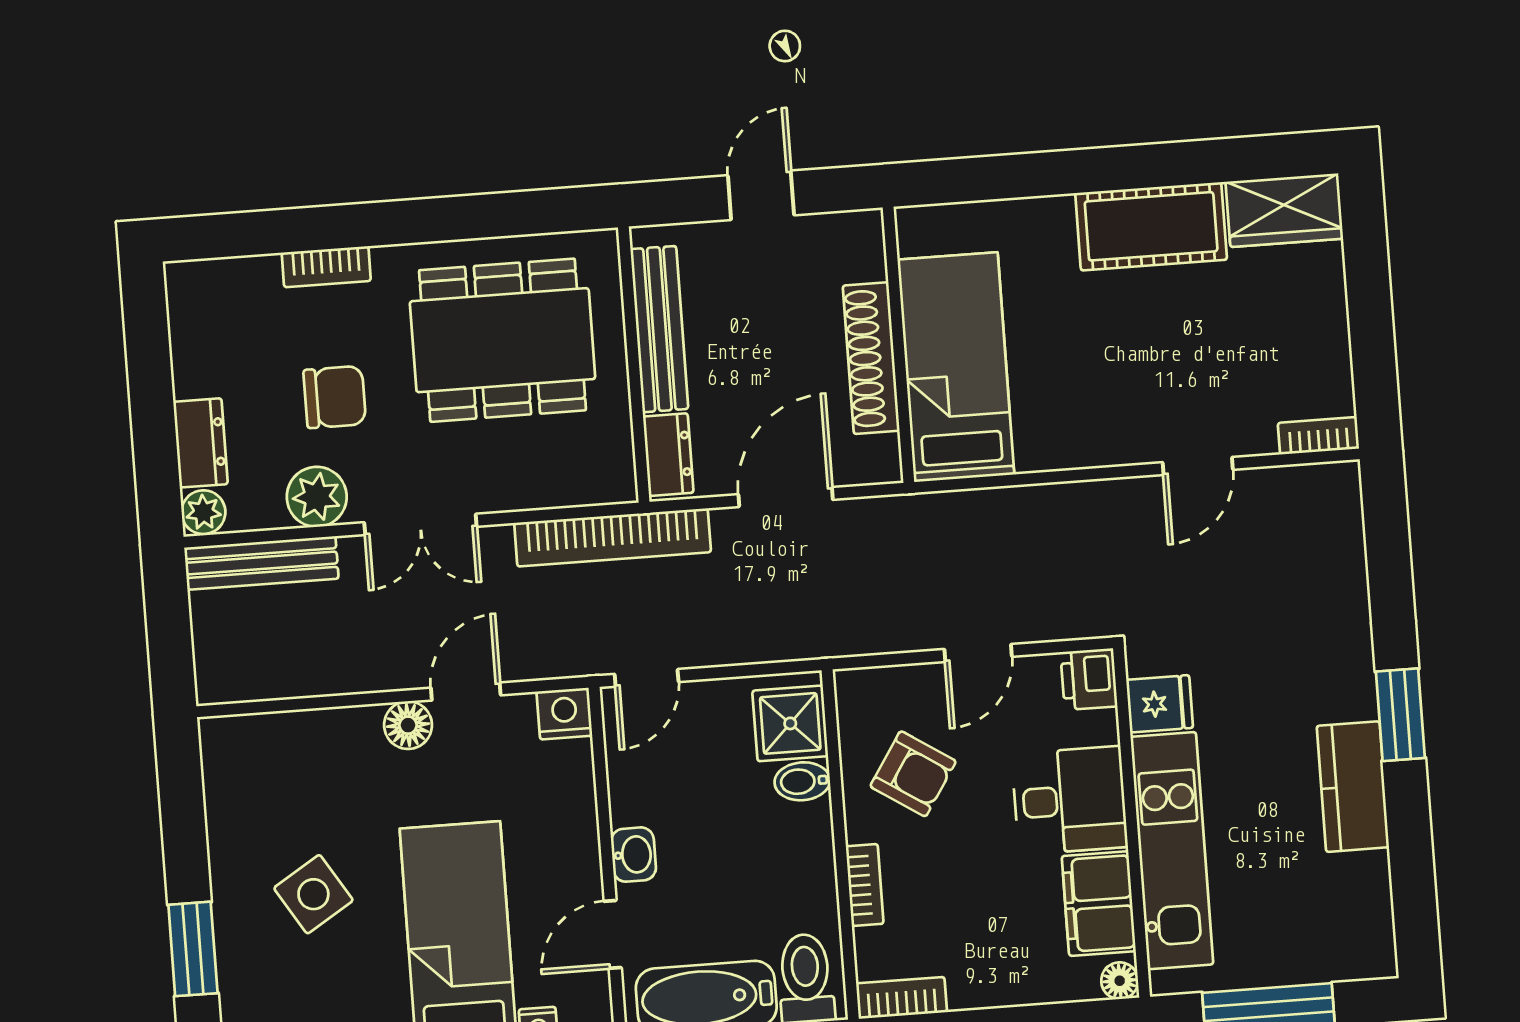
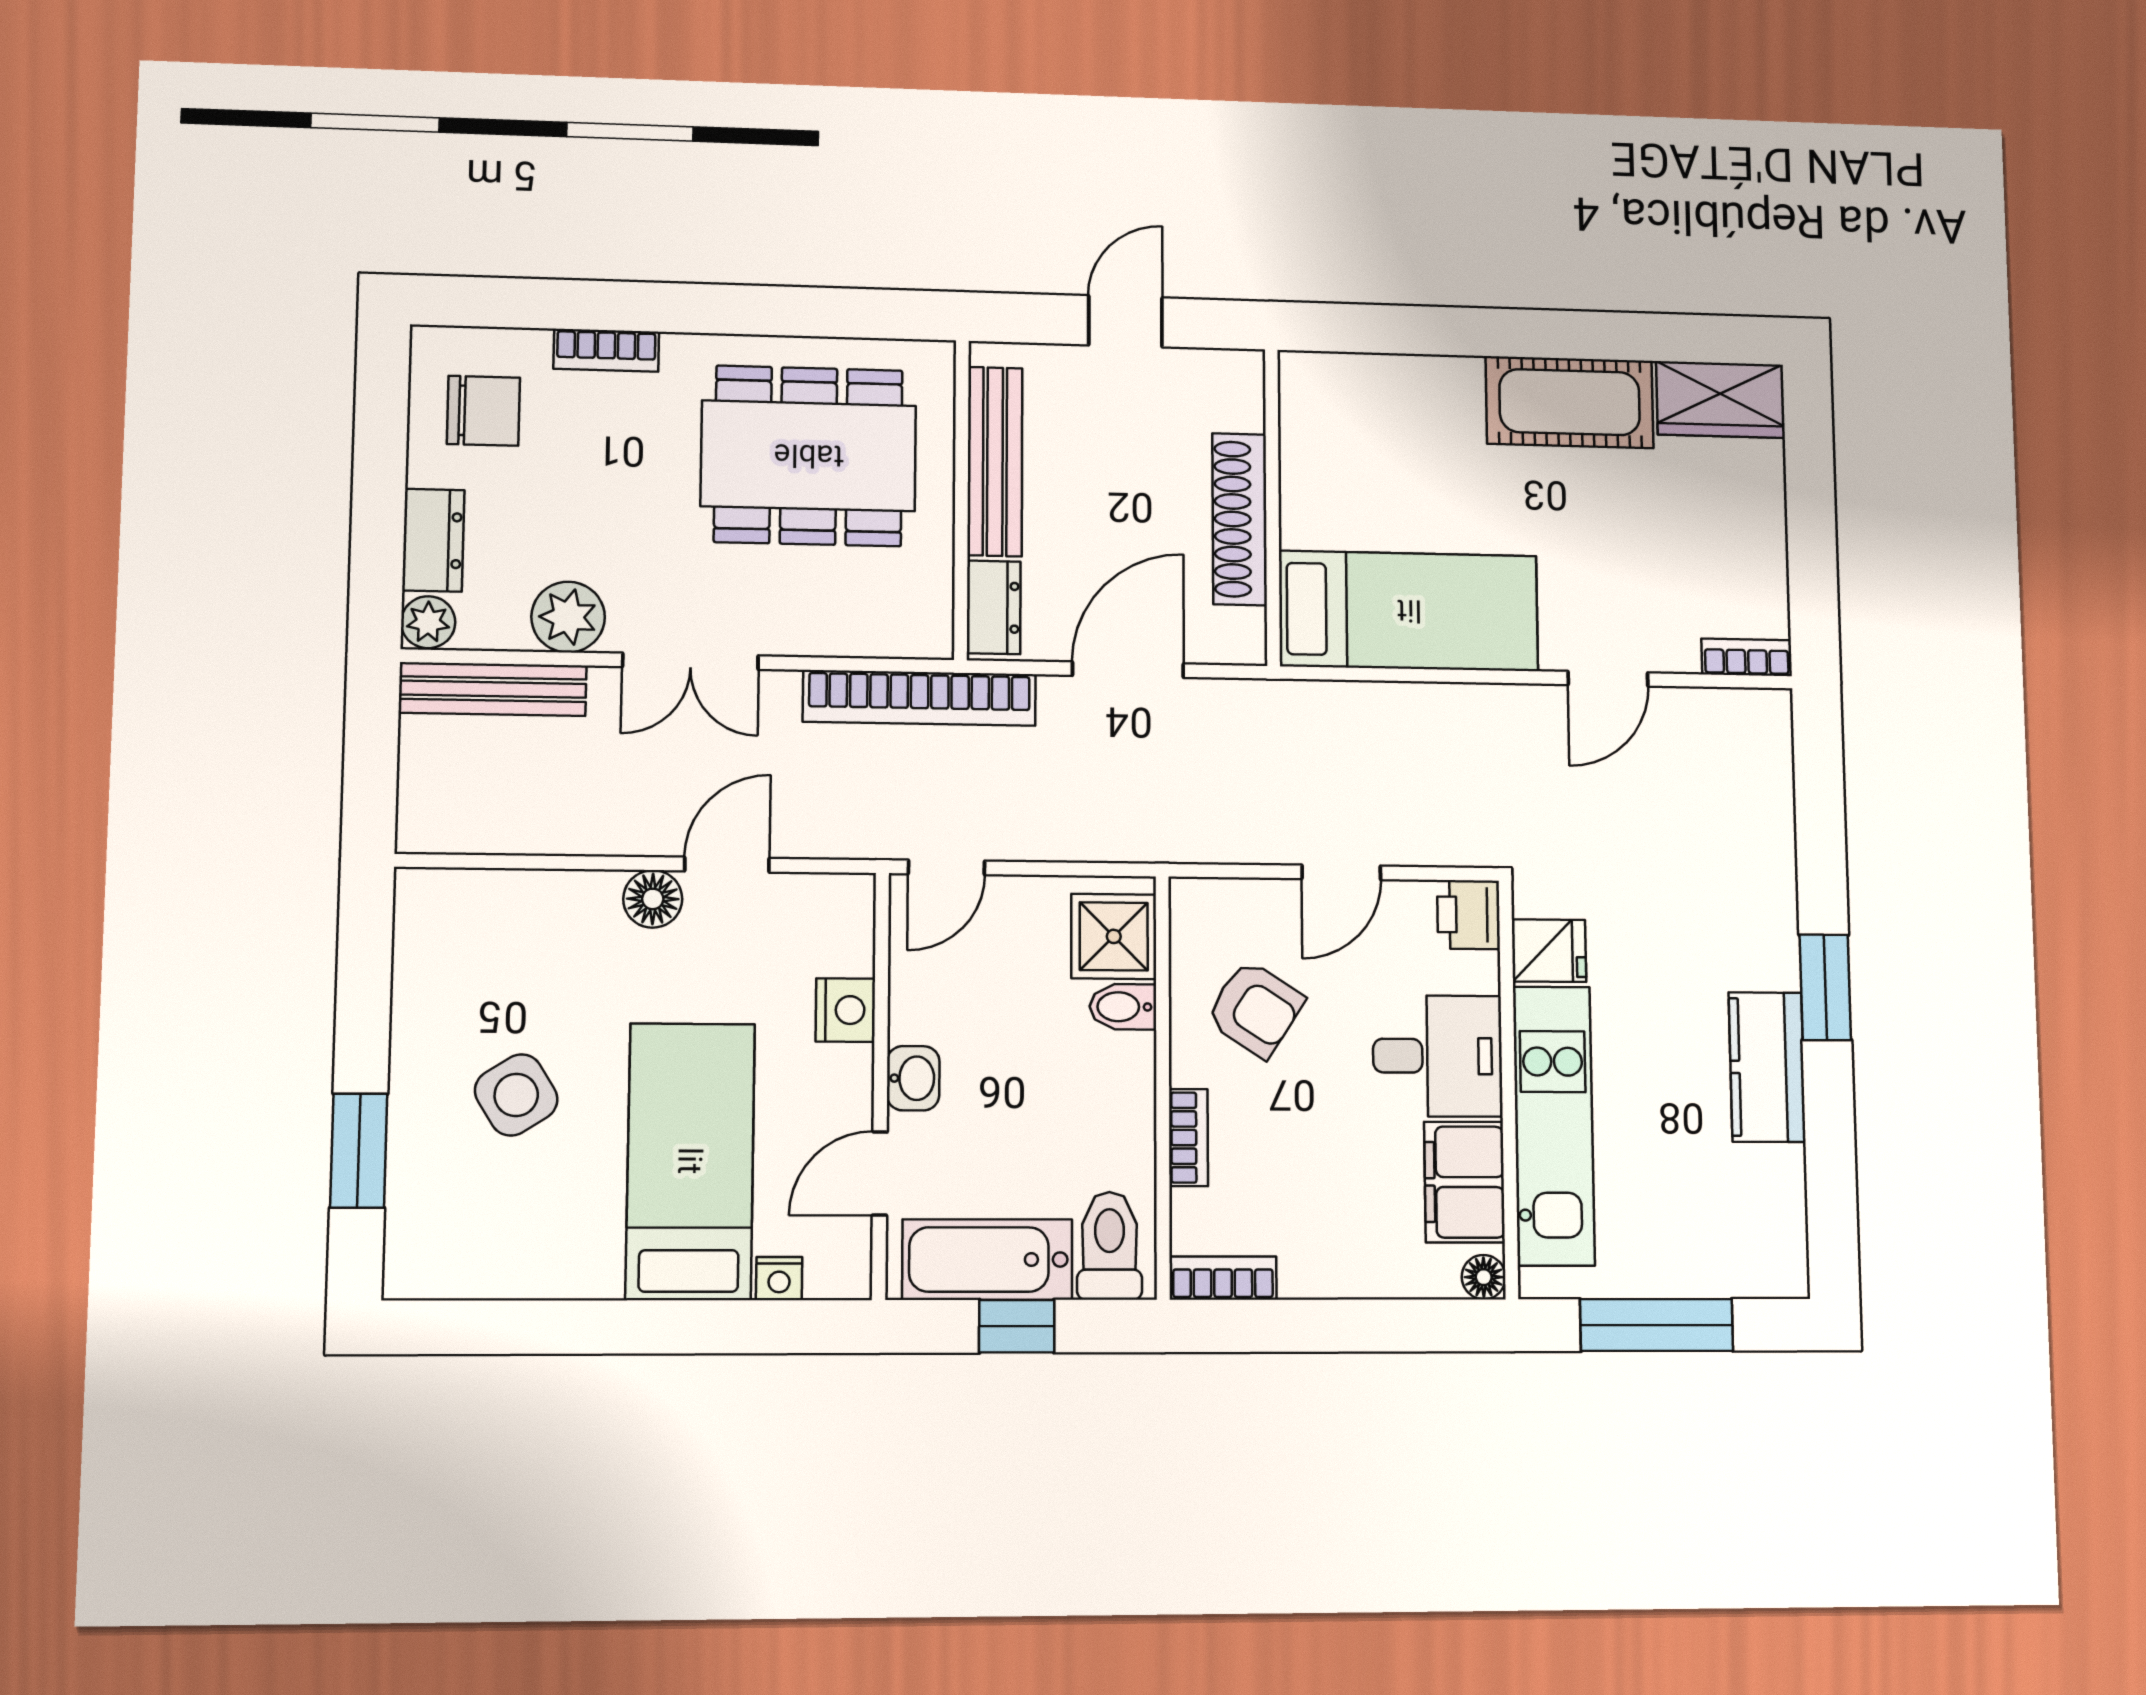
bed: (956, 367) -> (1409, 611), moved, turned 90
chair: (335, 397) -> (483, 411), moved
nightstand: (564, 714) -> (845, 1010), moved, turned 90

